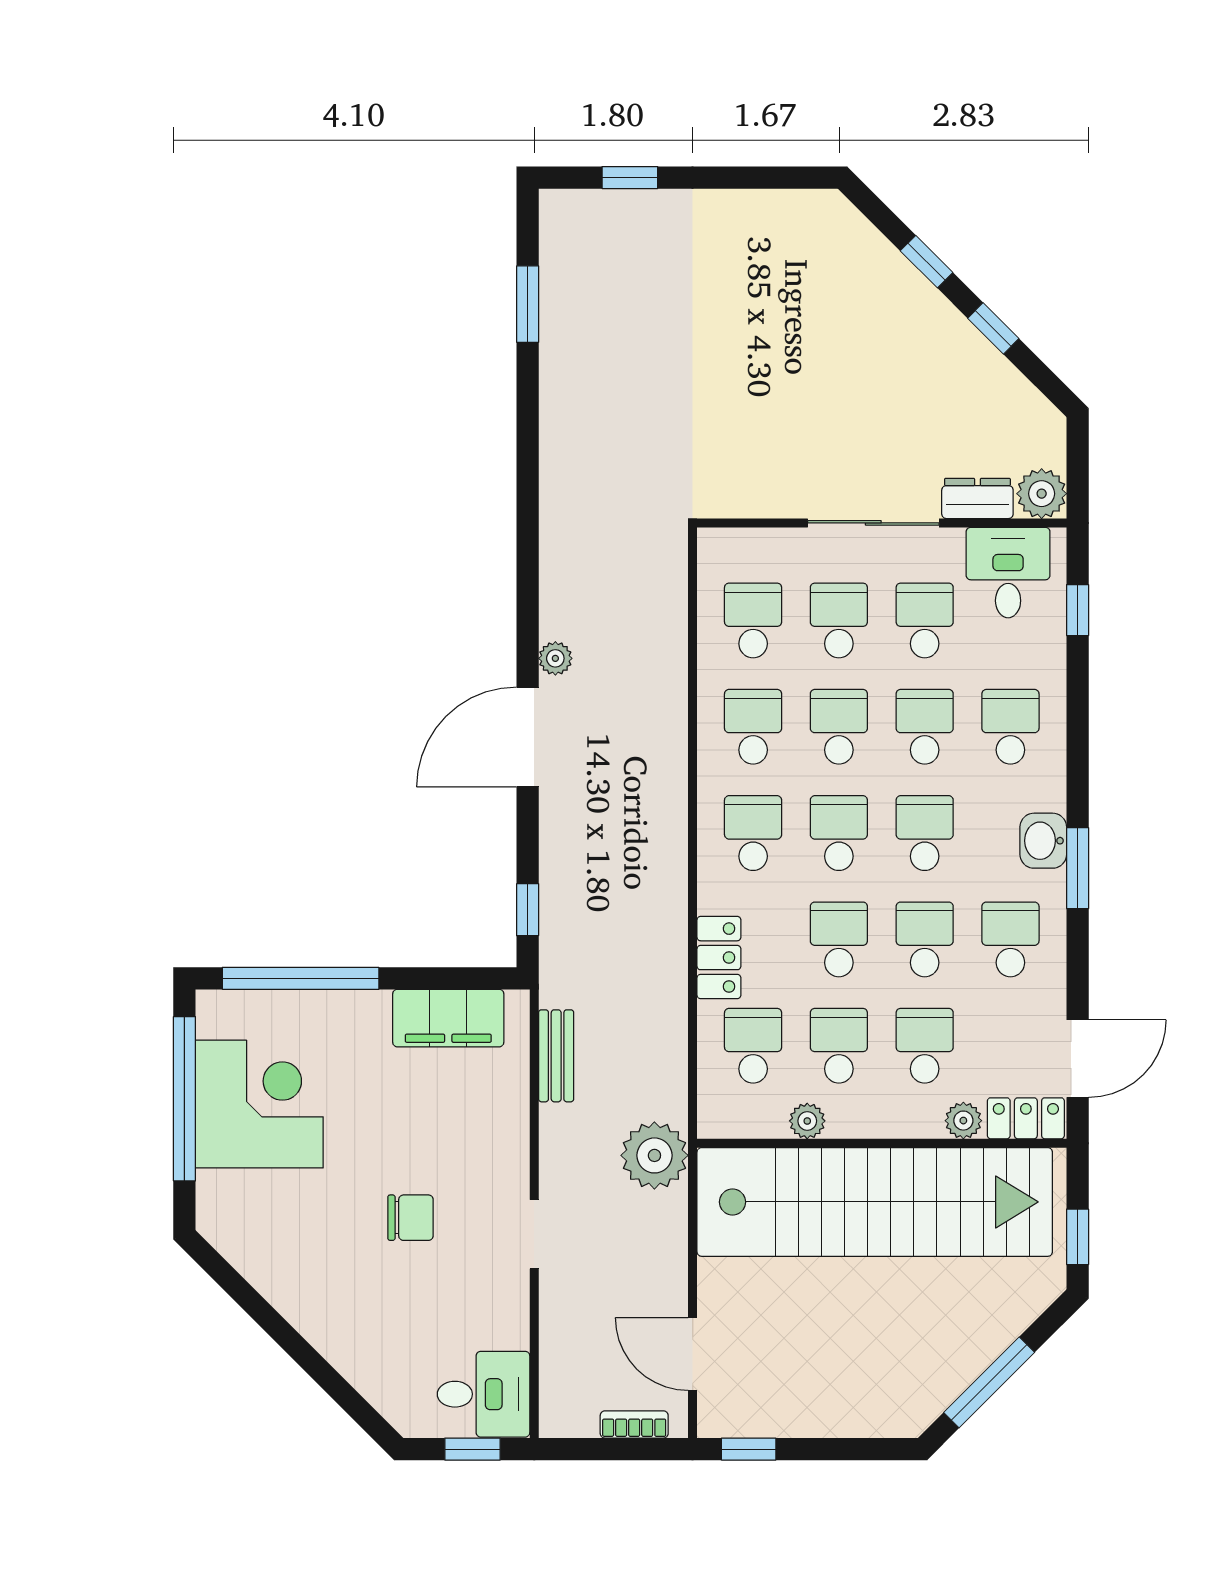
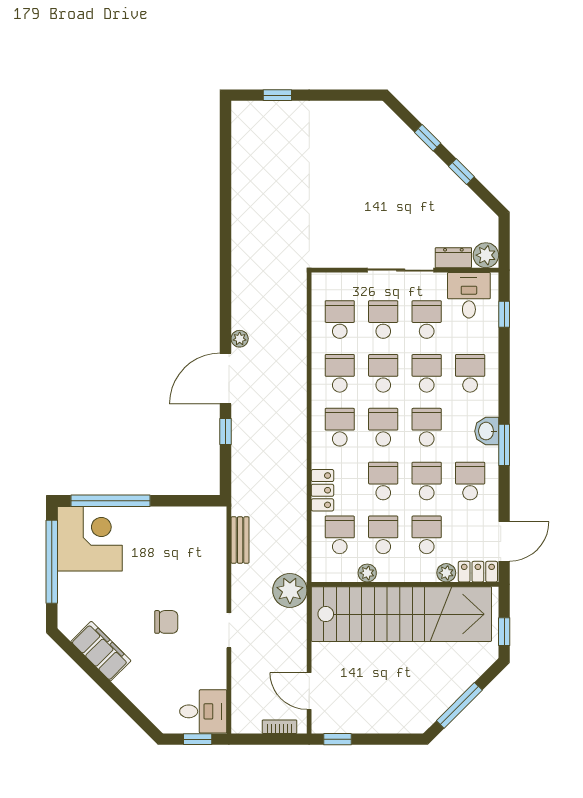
window: (528, 304) -> (226, 159), removed
window: (528, 910) -> (226, 432), moved
filing cabinet: (448, 1018) -> (101, 651), moved, turned -135
corner desk: (259, 1104) -> (90, 539), moved

